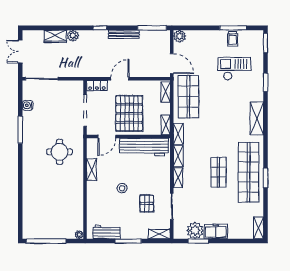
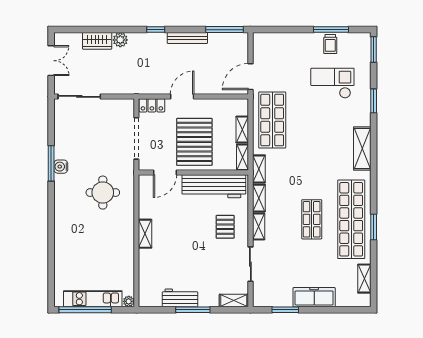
plant: (180, 36) -> (261, 40), removed
double door: (20, 52) -> (51, 61), swing flipped
door: (172, 64) -> (250, 77), swing flipped
shelving: (166, 92) -> (242, 130), moved
water cooler: (28, 105) -> (61, 167), moved
shelving: (92, 170) -> (145, 234), moved
stool: (122, 188) -> (185, 240), removed
pallet: (147, 203) -> (225, 227), moved
shelving: (258, 228) -> (364, 279), moved
plant: (195, 231) -> (281, 296), removed
freezer: (216, 231) -> (314, 297), width x1.40
workbench: (107, 232) -> (180, 298), moved
kitchen unit: (52, 233) -> (93, 299), added

